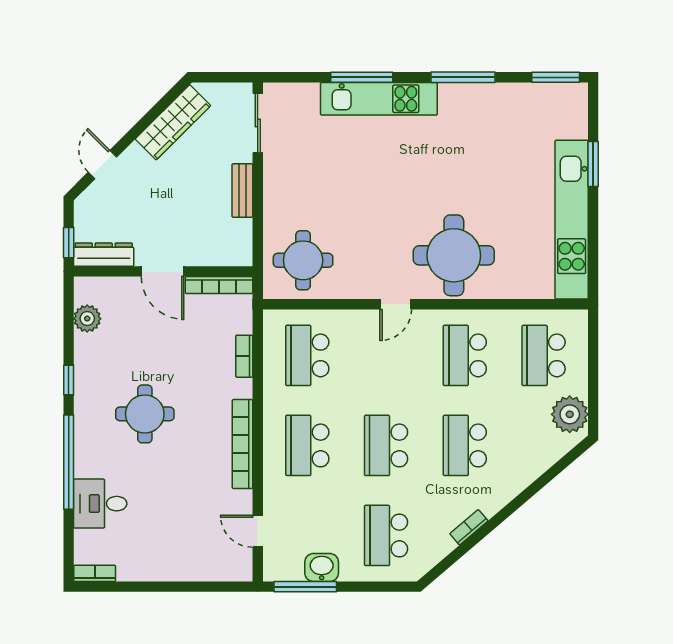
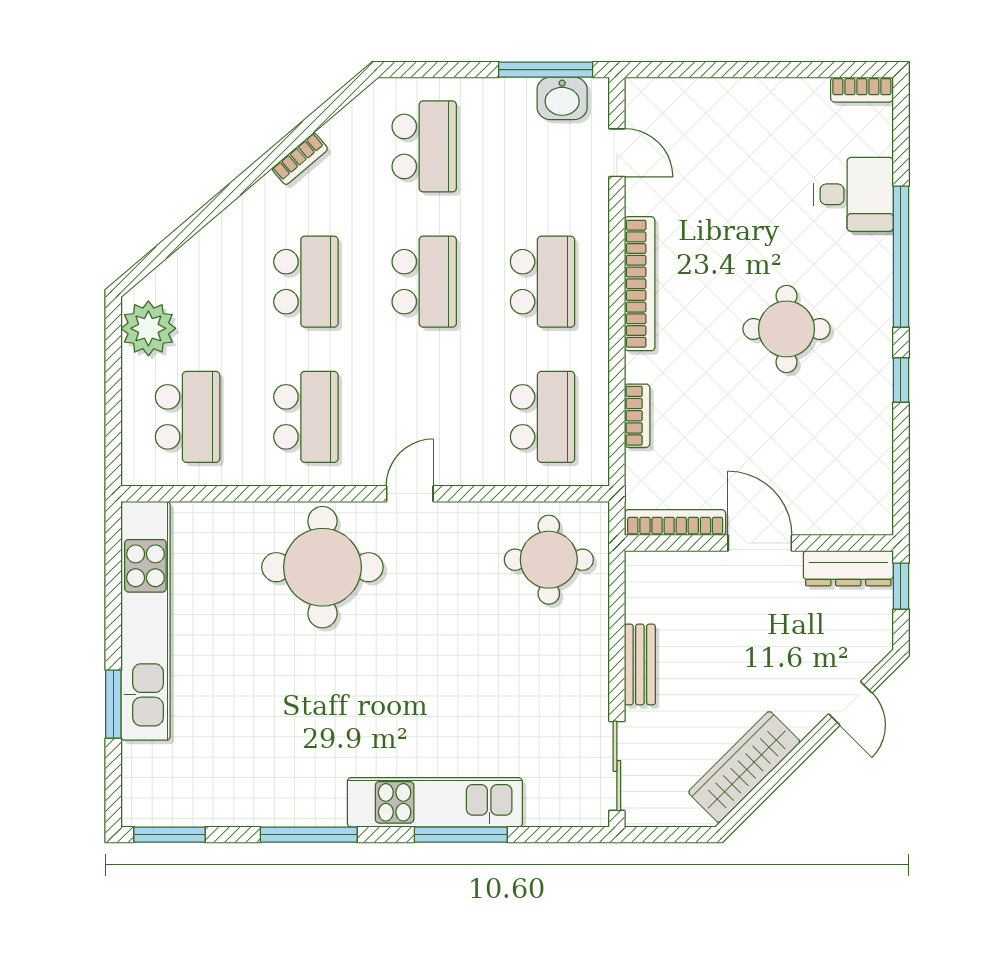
plant: (87, 319) -> (873, 472), removed
washbasin: (322, 567) -> (562, 98), moved

